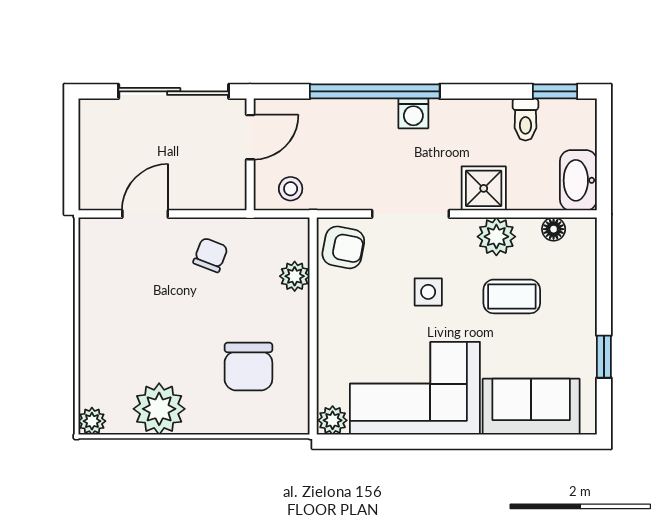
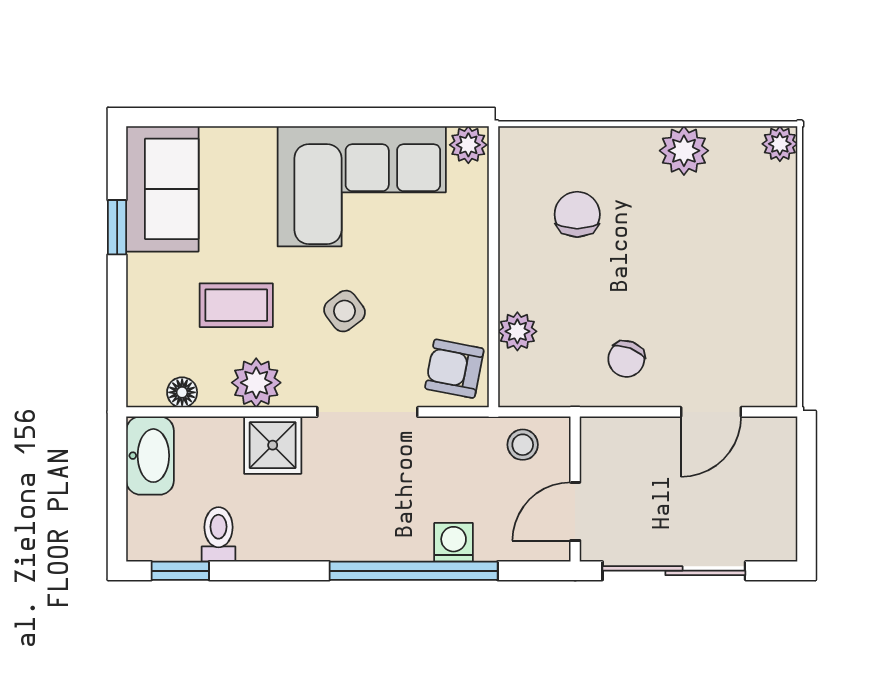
washing machine: (413, 113) -> (454, 542), moved
side table: (428, 292) -> (344, 311), turned -37
chair: (248, 367) -> (577, 214), width x0.73, depth x0.73
sofa: (531, 407) -> (162, 189), moved, turned -90
plant: (159, 409) -> (684, 151), width x0.73, depth x0.73

